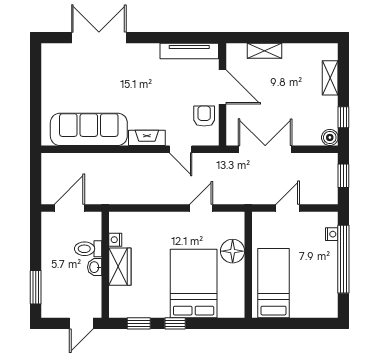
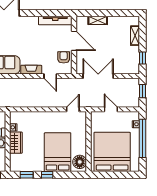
boiler: (330, 137) -> (135, 69), removed
door: (201, 208) -> (73, 109), moved
door: (288, 208) -> (111, 109), hinge flipped
floor lamp: (233, 251) -> (80, 162), moved
bed: (274, 283) -> (112, 152), width x2.04

